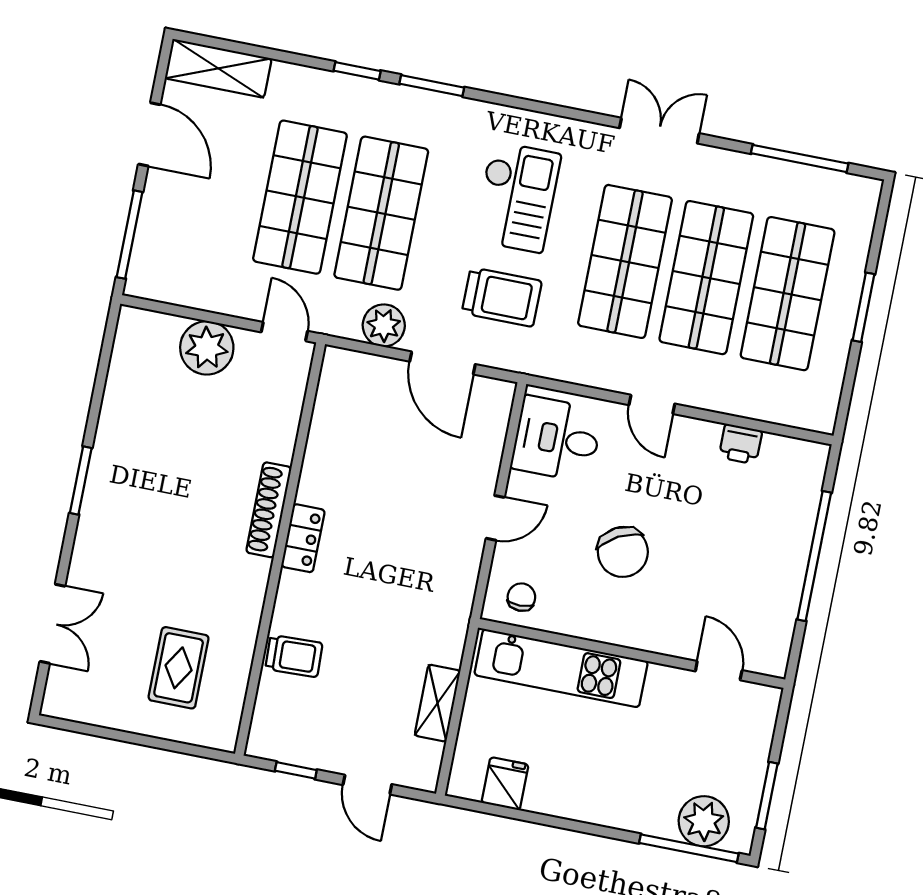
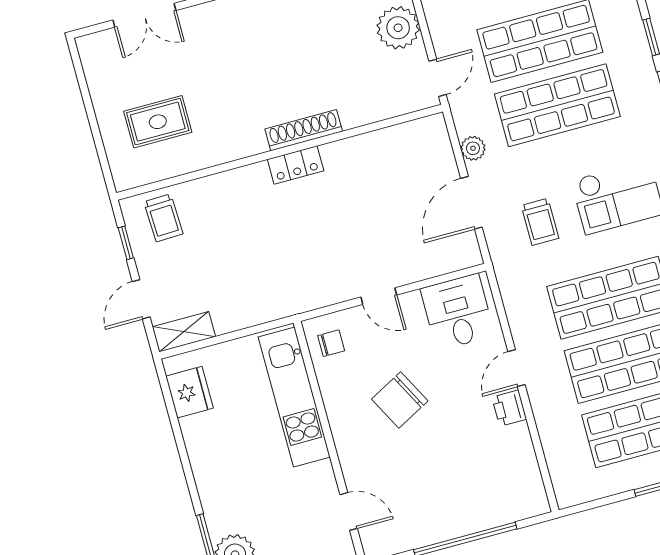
trolley: (502, 297) -> (540, 222), width x0.73, depth x0.72
plant: (384, 325) -> (473, 148), width x0.73, depth x0.73
printer: (741, 444) -> (509, 408), moved
trolley: (294, 656) -> (163, 218), moved
door: (719, 671) -> (349, 511), hinge flipped
shelving: (437, 703) -> (184, 332), moved
fridge: (505, 784) -> (189, 392), width x1.38

